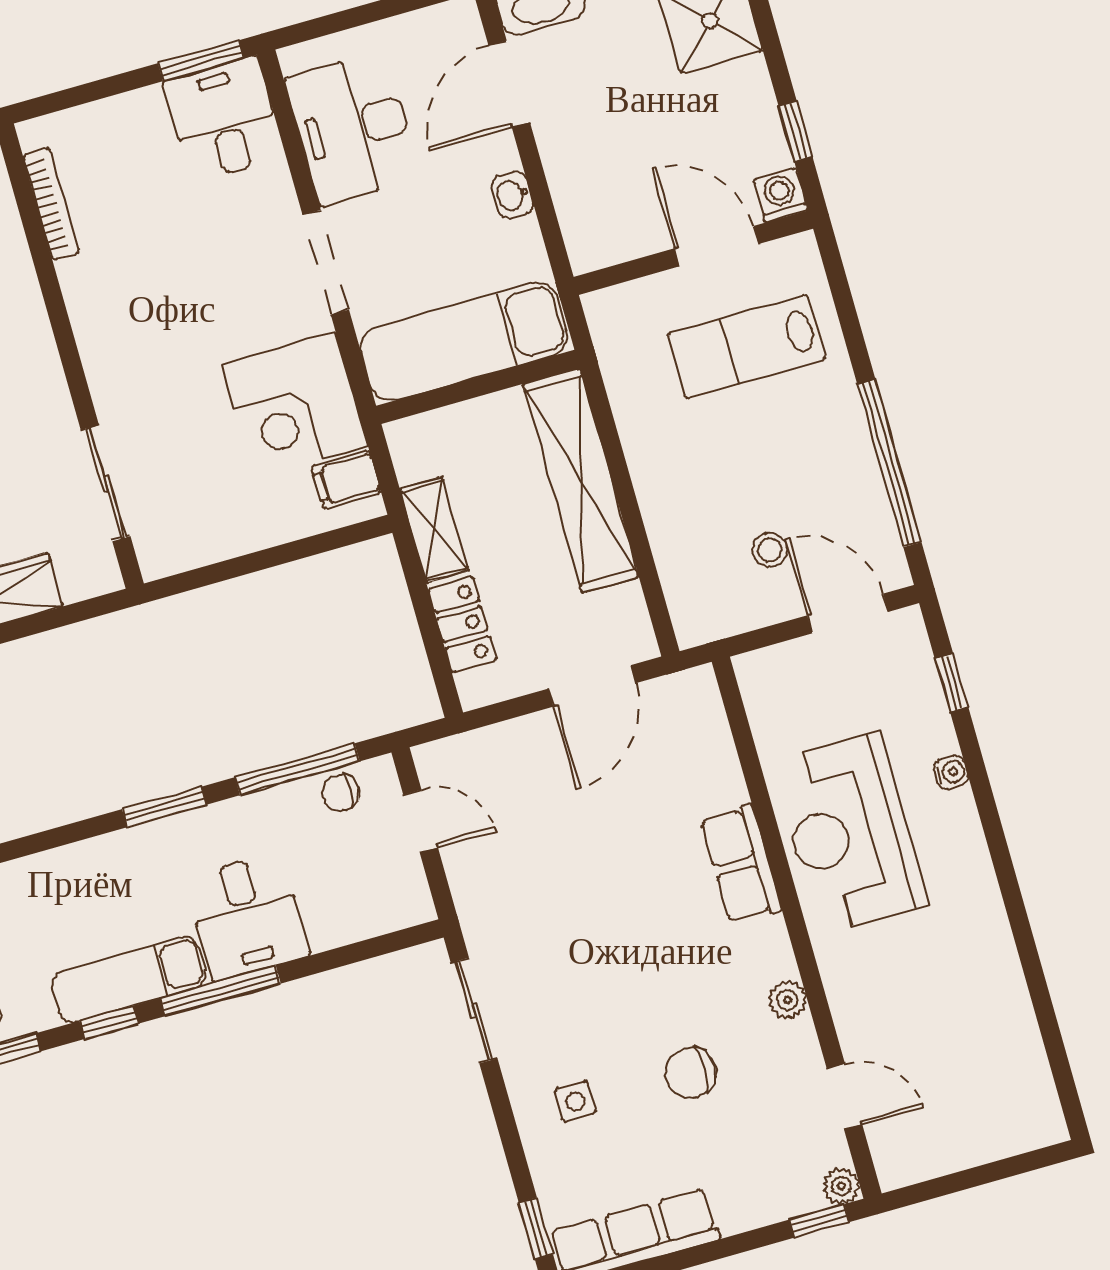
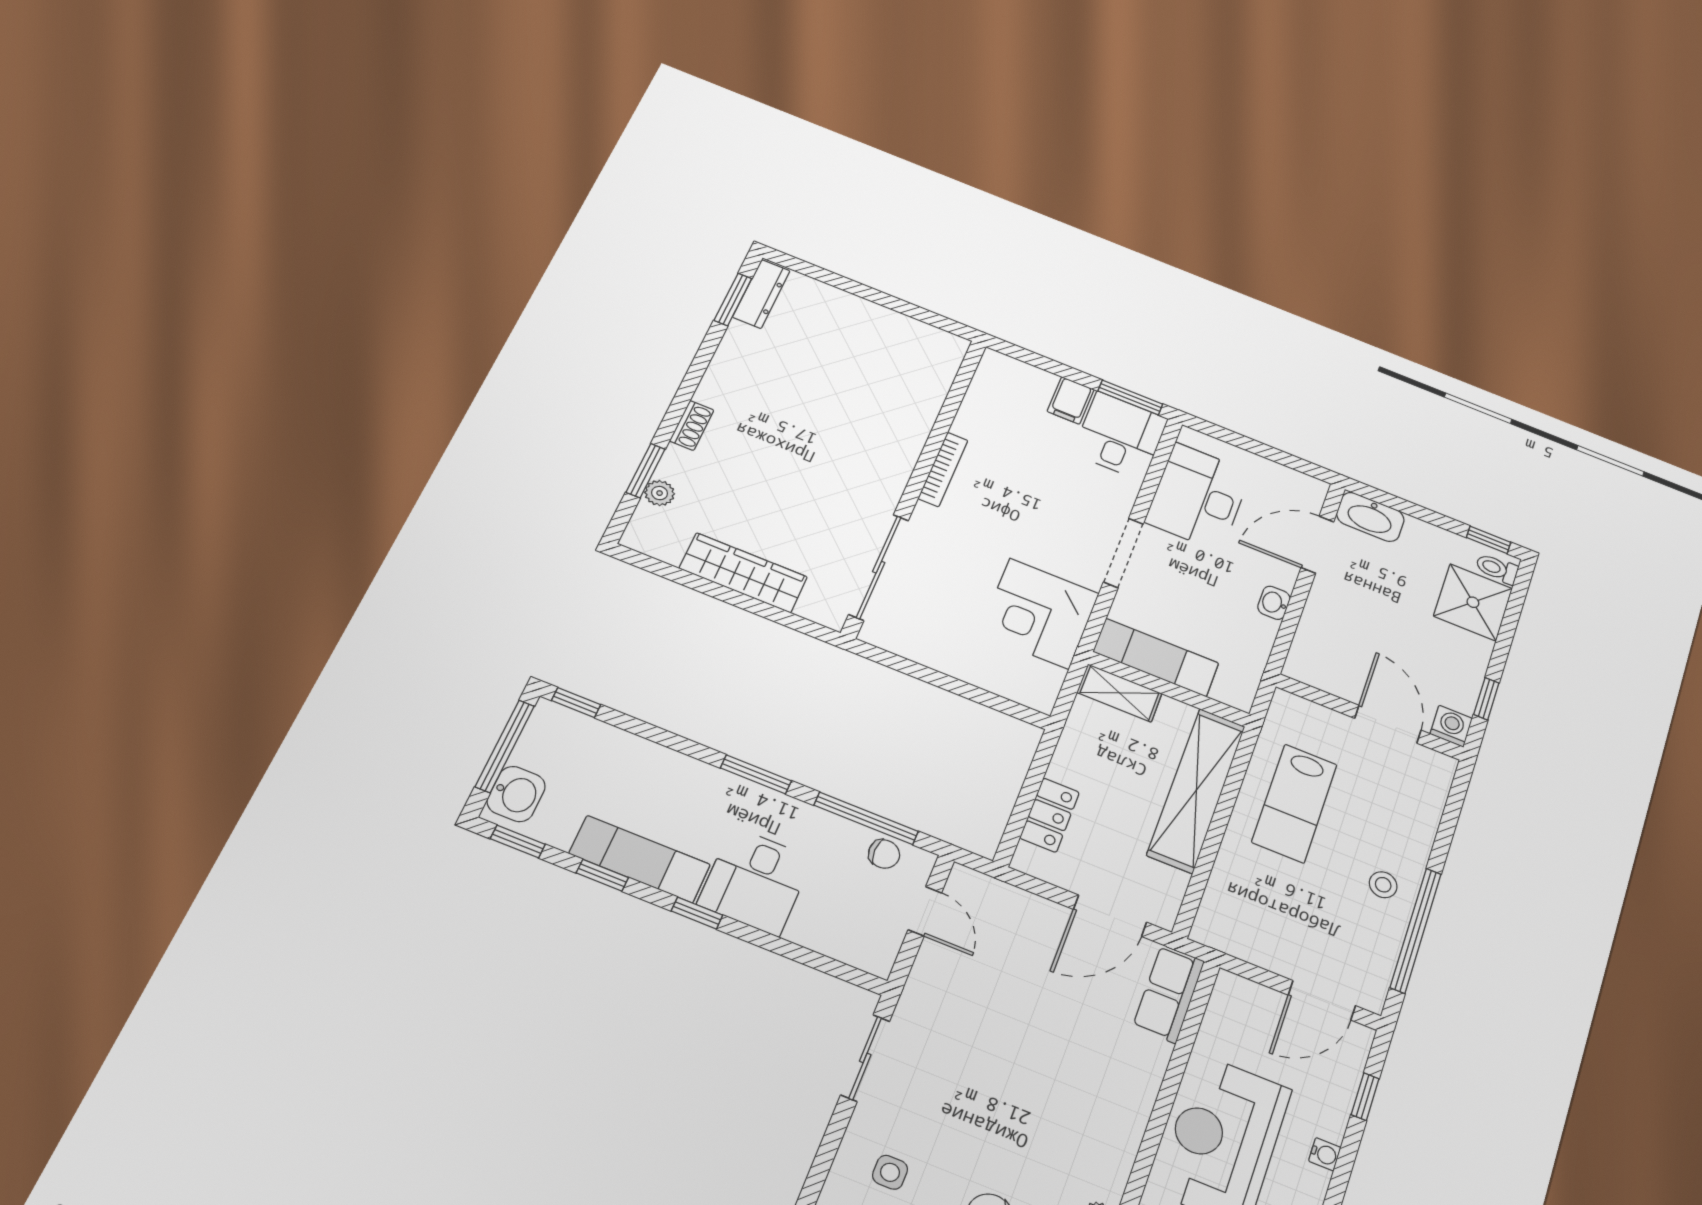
bookcase: (51, 204) -> (943, 469), moved
exam couch: (464, 341) -> (1156, 657), width x0.73, depth x0.69
lab bench: (747, 346) -> (1294, 803), moved, turned -90
filing cabinet: (346, 480) -> (1071, 400), moved, turned -90
sliding door: (106, 483) -> (879, 567), width x1.37
shelving: (434, 530) -> (1119, 693), moved, turned 90
stool: (770, 550) -> (1383, 885), moved
door: (848, 614) -> (1322, 1000), swing flipped
chair: (341, 793) -> (884, 854), turned 180
row of seats: (741, 864) -> (1169, 994), moved
window: (220, 991) -> (697, 913), width x0.46

